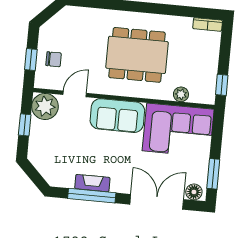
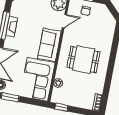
dining table: (137, 55) -> (84, 60), width x0.73
door: (75, 94) -> (64, 21), hinge flipped

